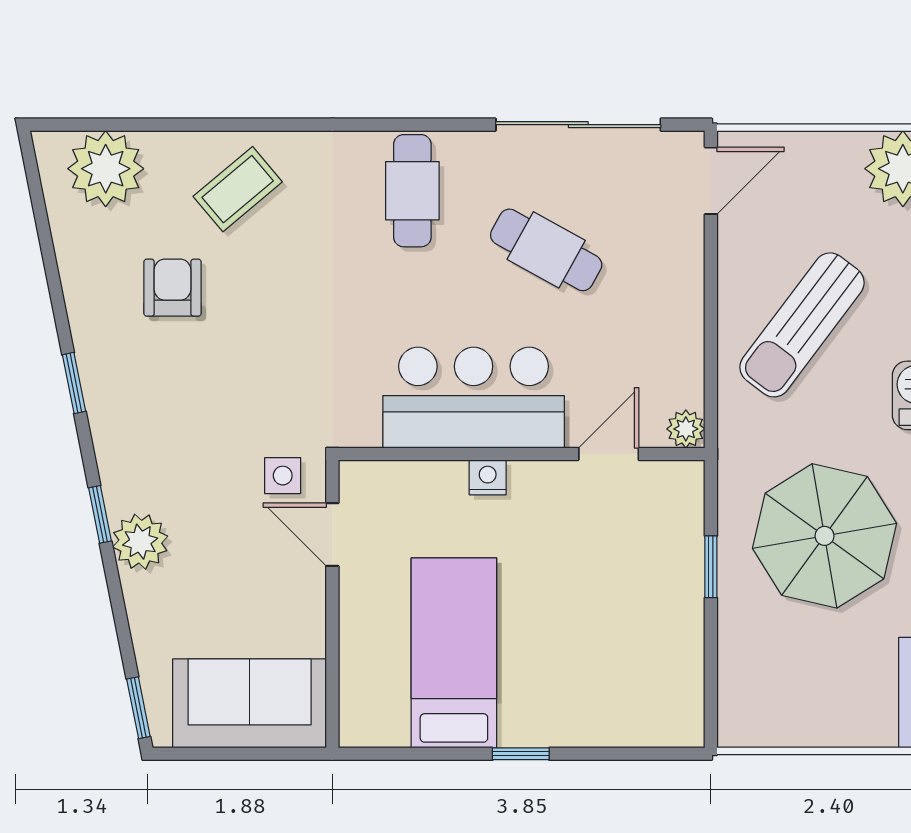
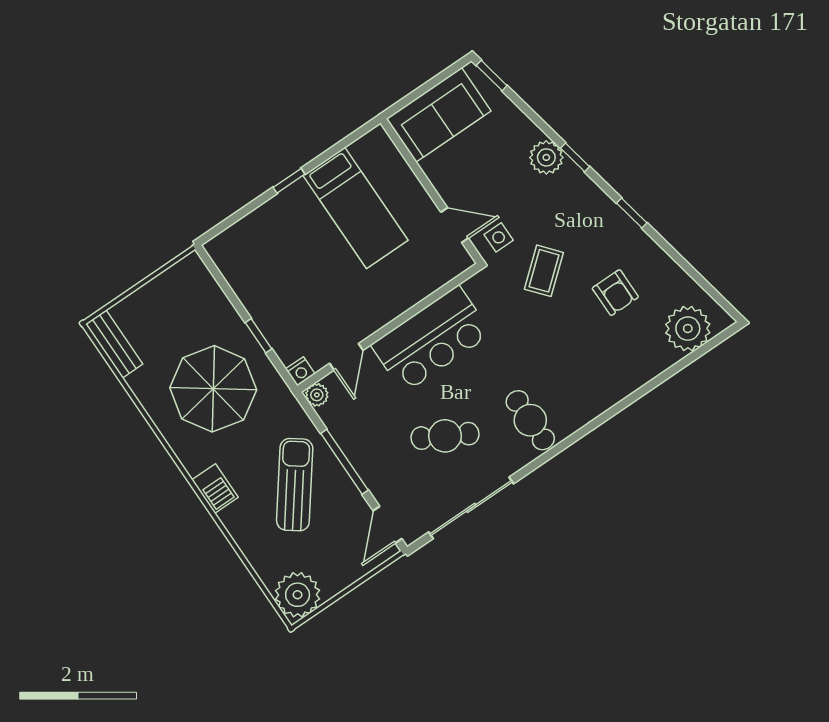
coffee table: (238, 189) -> (544, 271), moved
window: (711, 310) -> (344, 462), added
nightstand: (488, 477) -> (300, 371), moved

